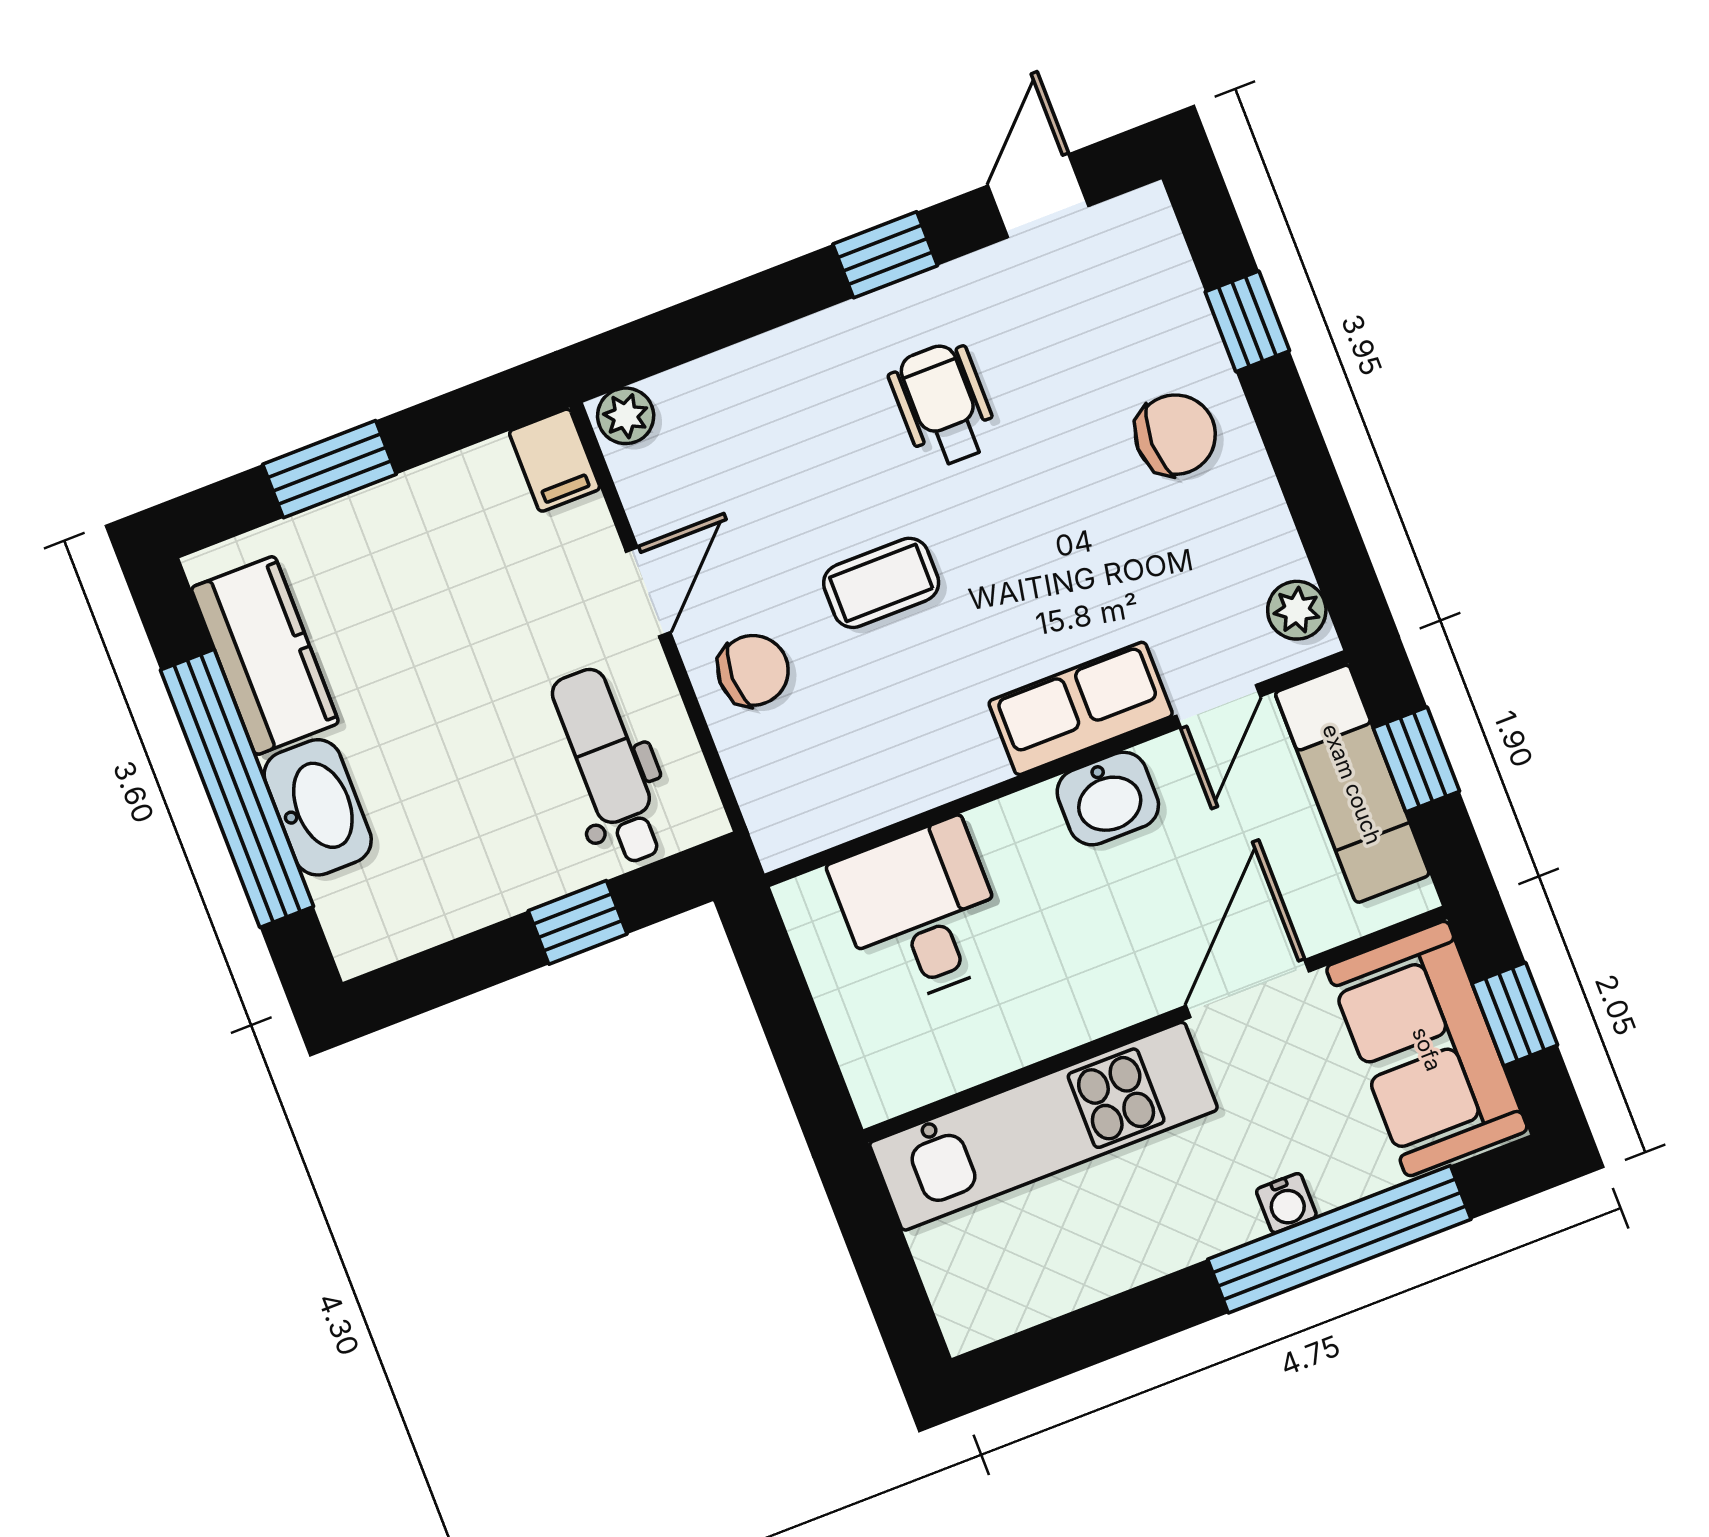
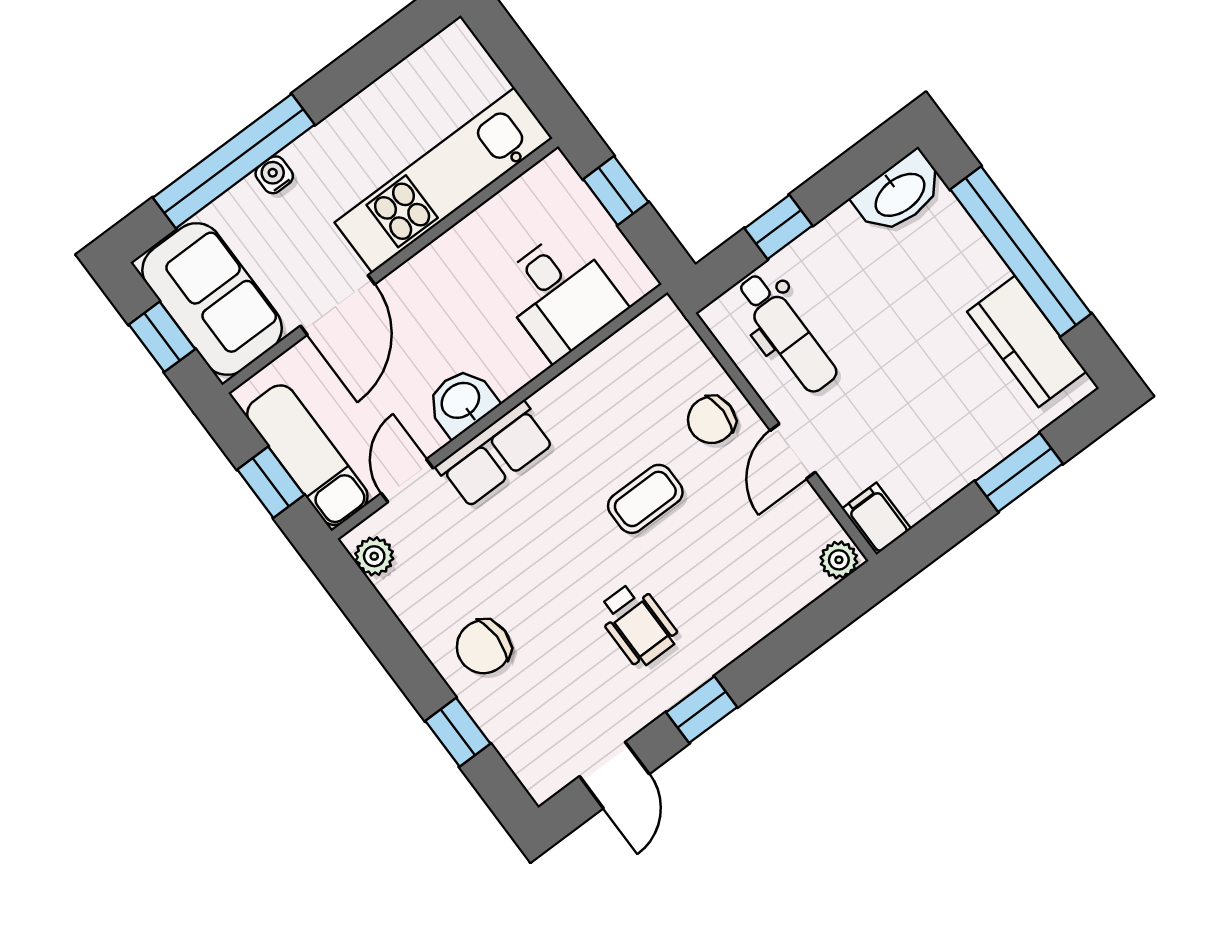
washbasin: (318, 807) -> (899, 194), moved, turned -90
window: (798, 1041) -> (616, 191), added

